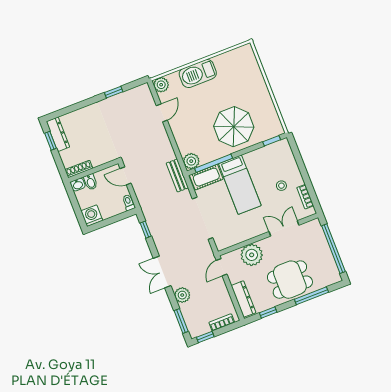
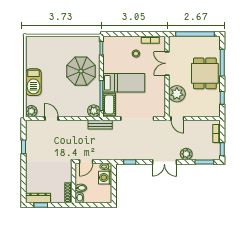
washing machine: (92, 216) -> (105, 178), moved
dresser: (243, 299) -> (206, 112), removed

